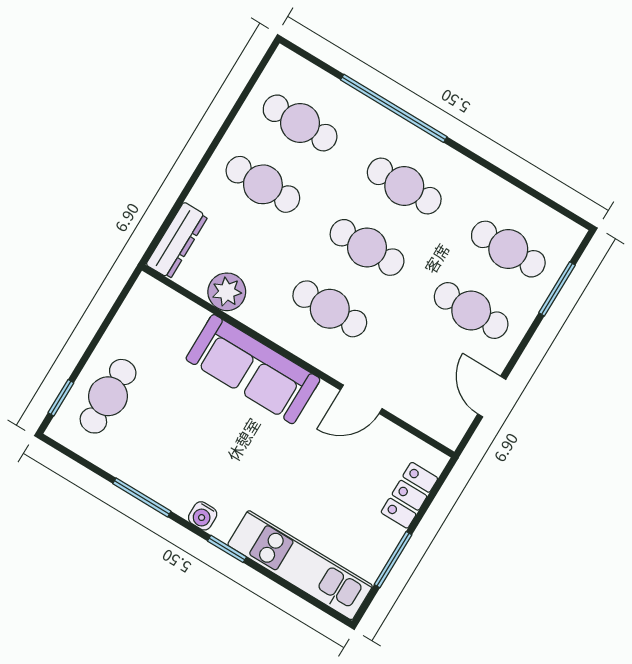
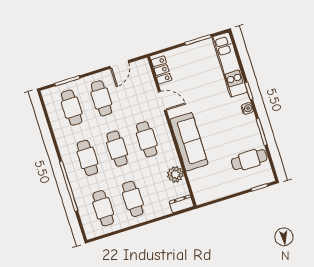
dresser: (177, 241) -> (181, 204), width x0.70
cafe table: (108, 396) -> (249, 160), moved
locker: (409, 495) -> (161, 70), moved, turned -90

